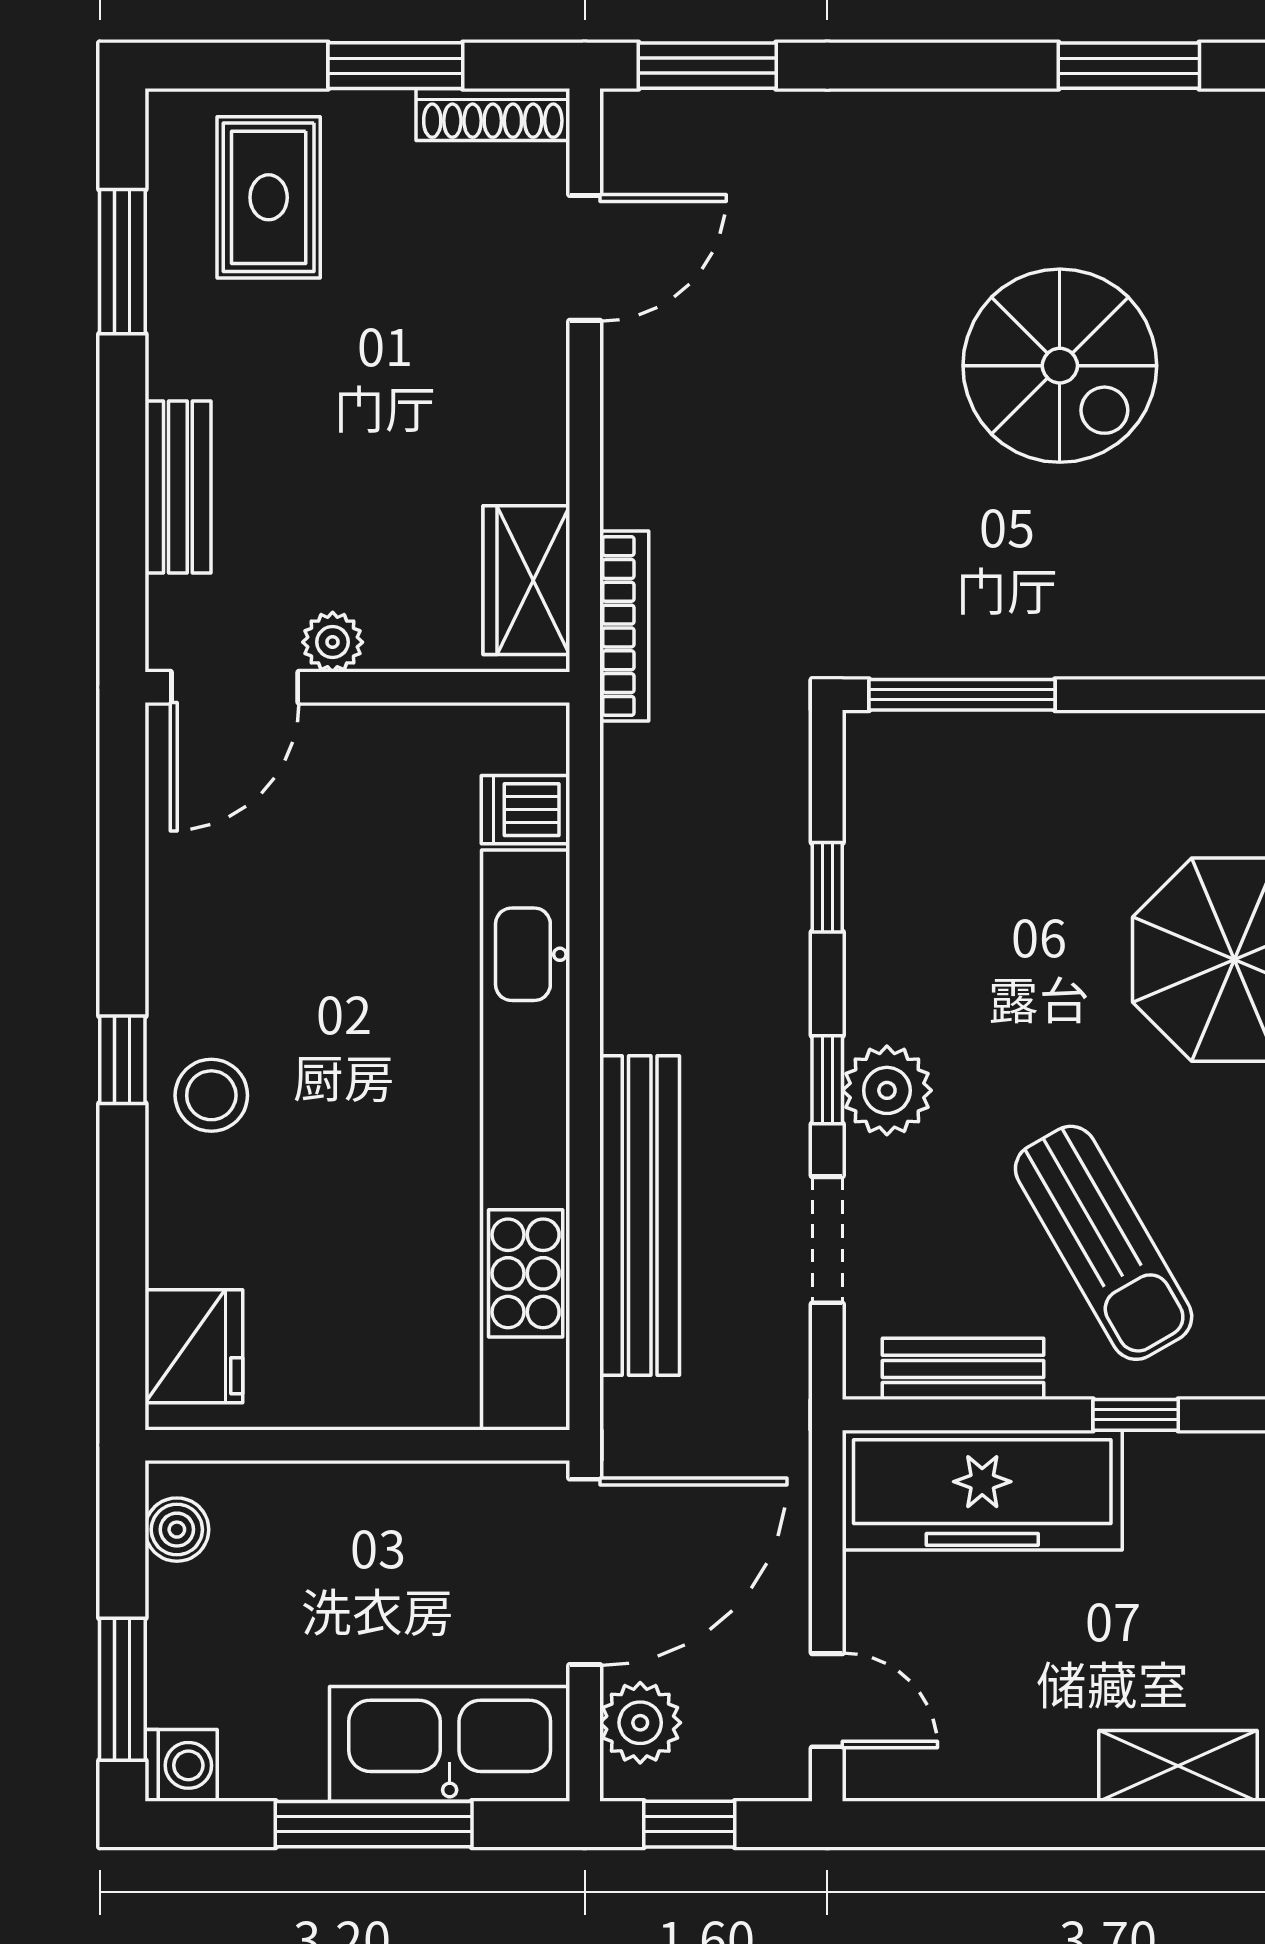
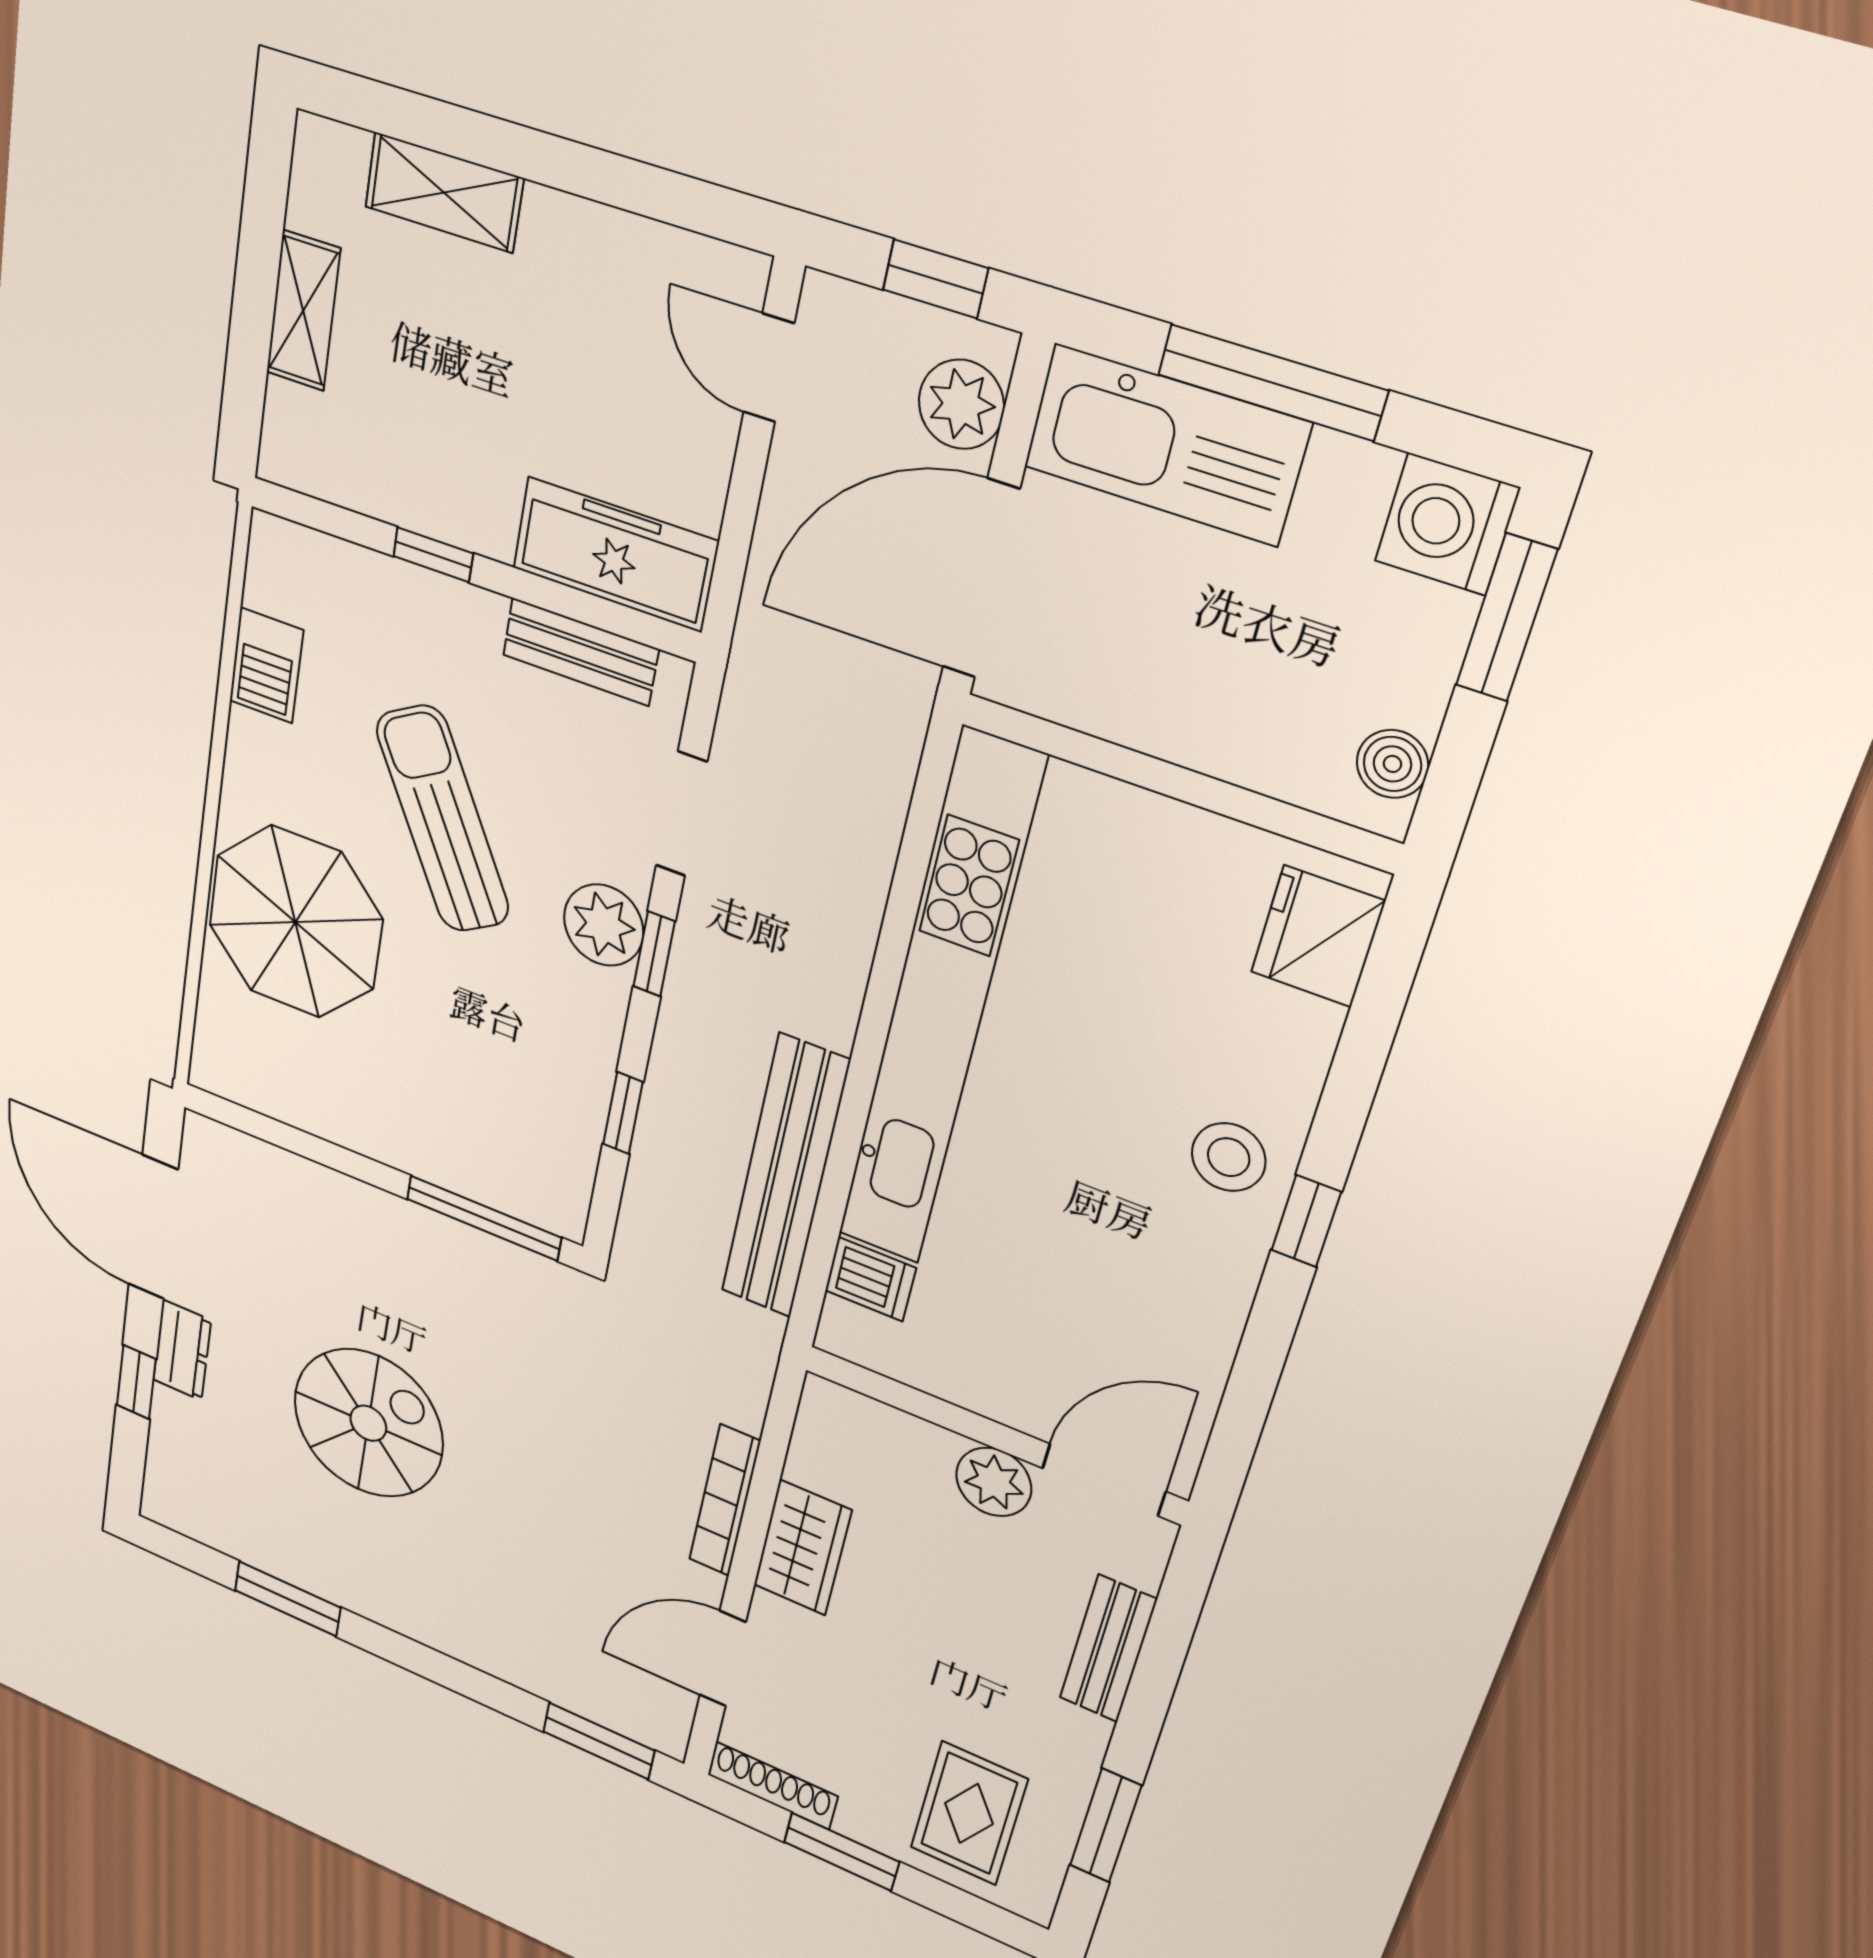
spiral stairs: (1060, 366) -> (368, 1423), turned 90
wardrobe: (526, 580) -> (802, 1548), moved
bookcase: (624, 626) -> (725, 1501), moved
plant: (333, 642) -> (994, 1482), width x1.38, depth x1.38
bench: (640, 1216) -> (785, 1178), moved
sun lounger: (1104, 1243) -> (443, 819), moved
freezer: (982, 1490) -> (615, 555), width x0.73, depth x0.79
washing machine: (181, 1765) -> (1447, 524), width x1.38, depth x1.38

